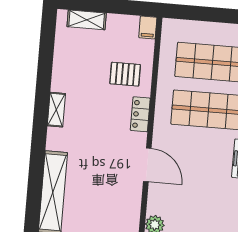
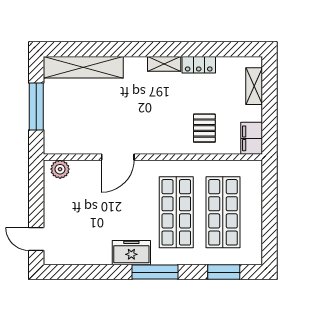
filing cabinet: (148, 27) -> (252, 138), width x2.00
locker: (140, 114) -> (199, 65), moved, turned 180

